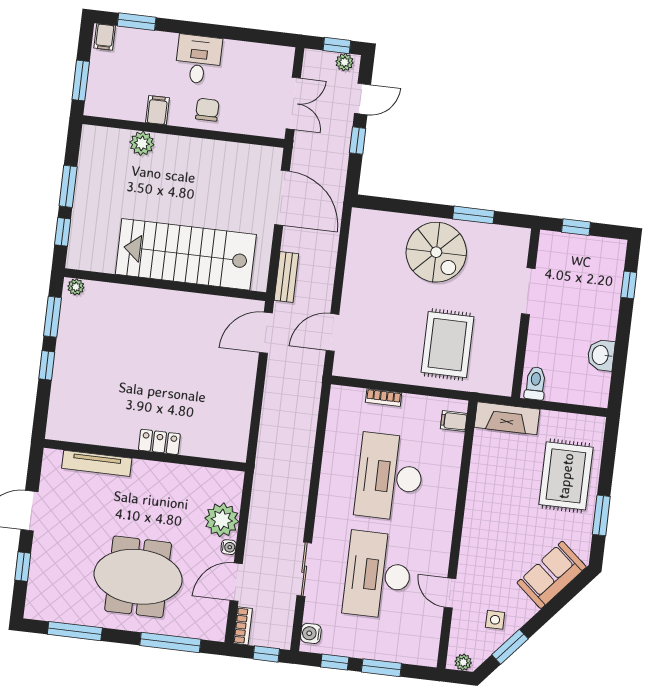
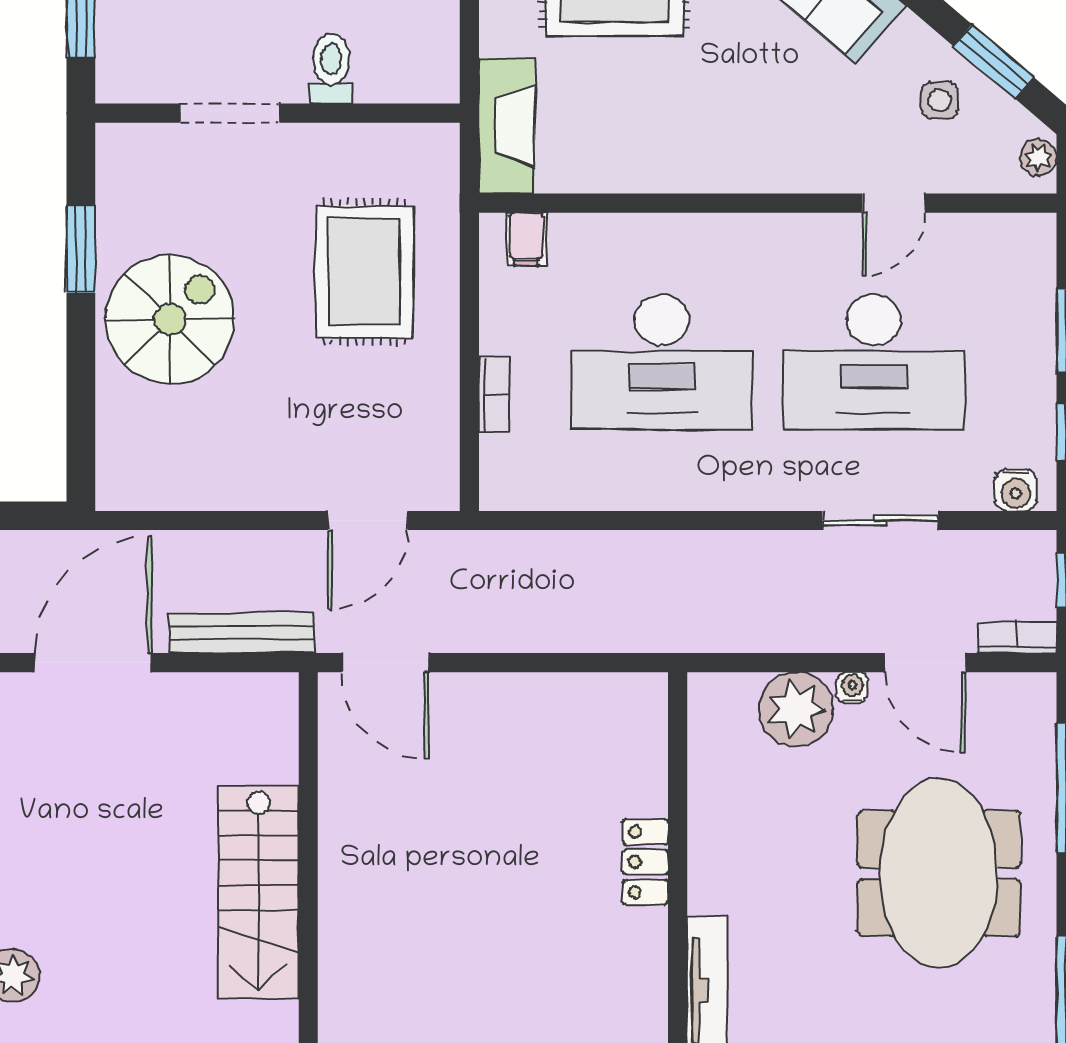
stairs: (186, 254) -> (259, 892), width x0.73, depth x0.66
bench: (286, 277) -> (242, 633), width x1.36
door: (332, 332) -> (368, 520), hinge flipped
rug: (447, 345) -> (364, 272), turned 90
toilet: (535, 383) -> (331, 69), moved, turned 90

